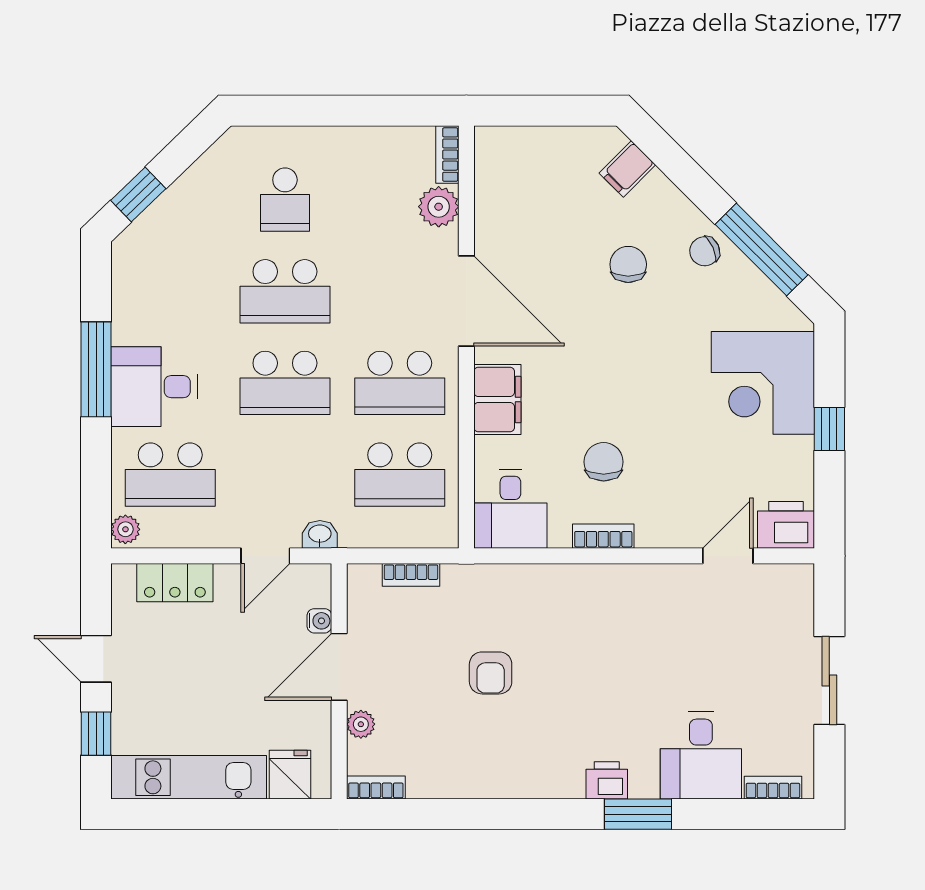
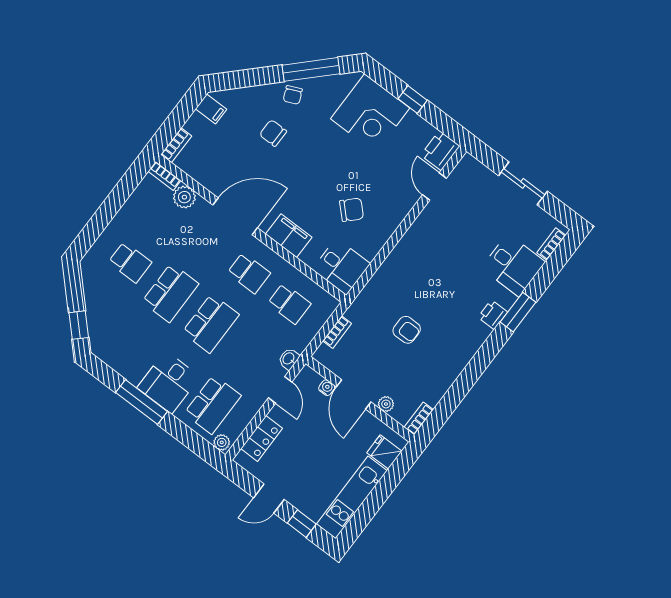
filing cabinet: (627, 169) -> (211, 109), moved, turned -45
school desk: (400, 383) -> (249, 273), width x0.54
chair: (604, 462) -> (352, 210), turned 135
school desk: (400, 475) -> (289, 304), width x0.54
bookcase: (603, 536) -> (176, 145), moved, turned 180

